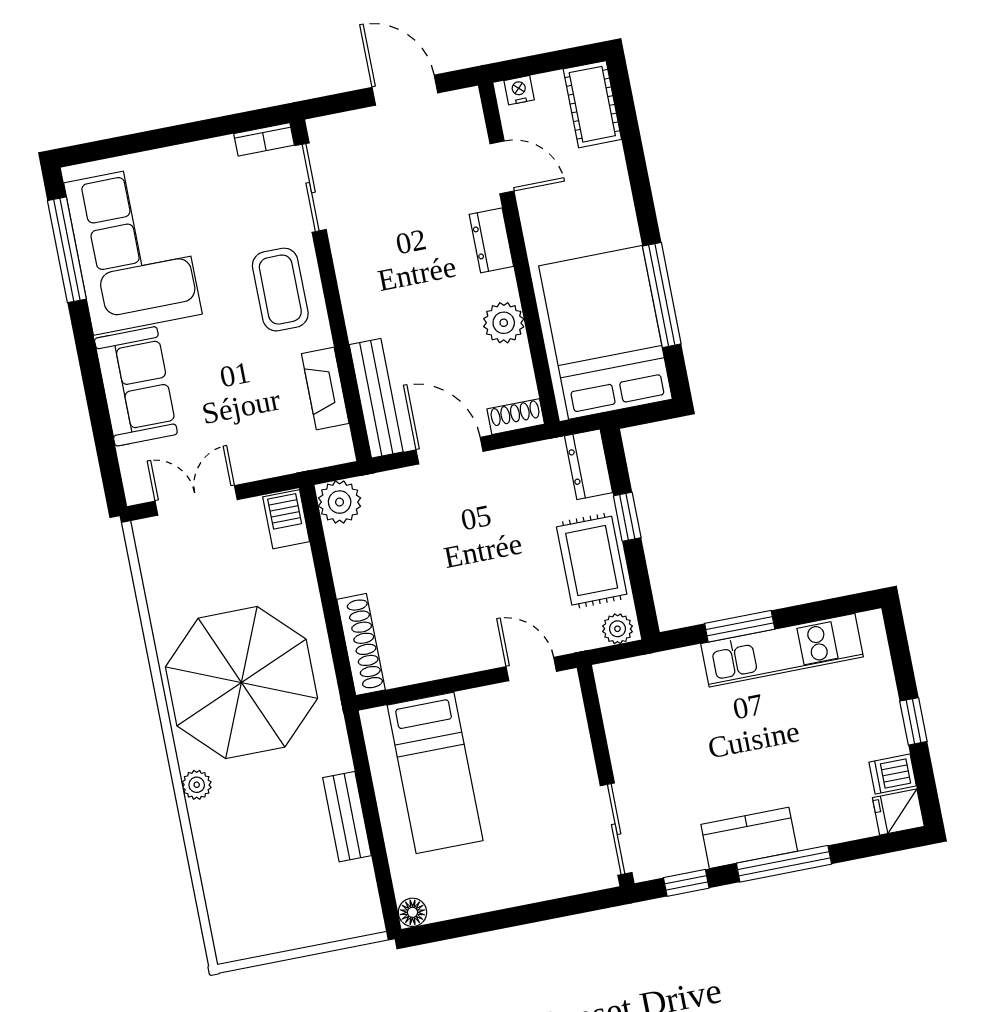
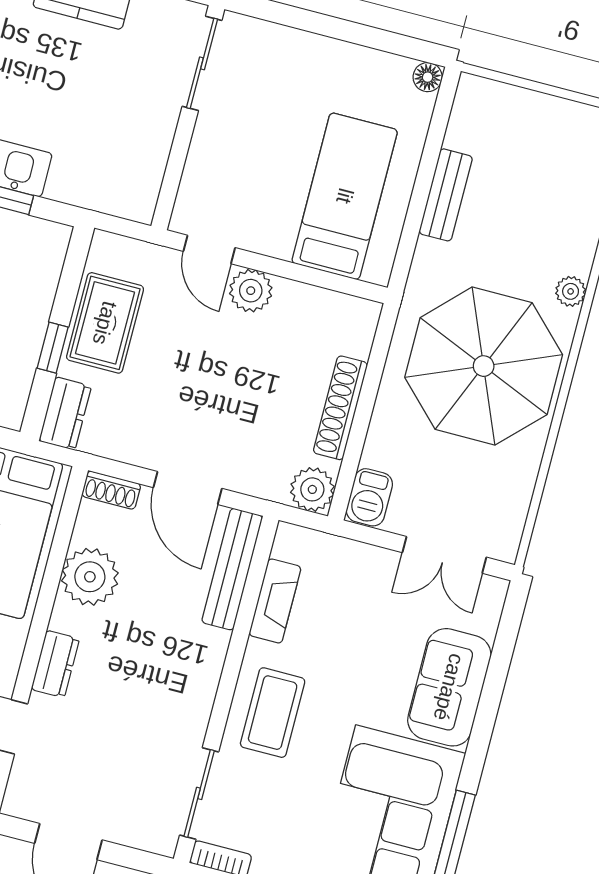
plant: (504, 323) -> (90, 577), width x1.36, depth x1.36
plant: (617, 629) -> (251, 291), moved, width x1.38, depth x1.38
shoe rack: (361, 645) -> (340, 408), moved

